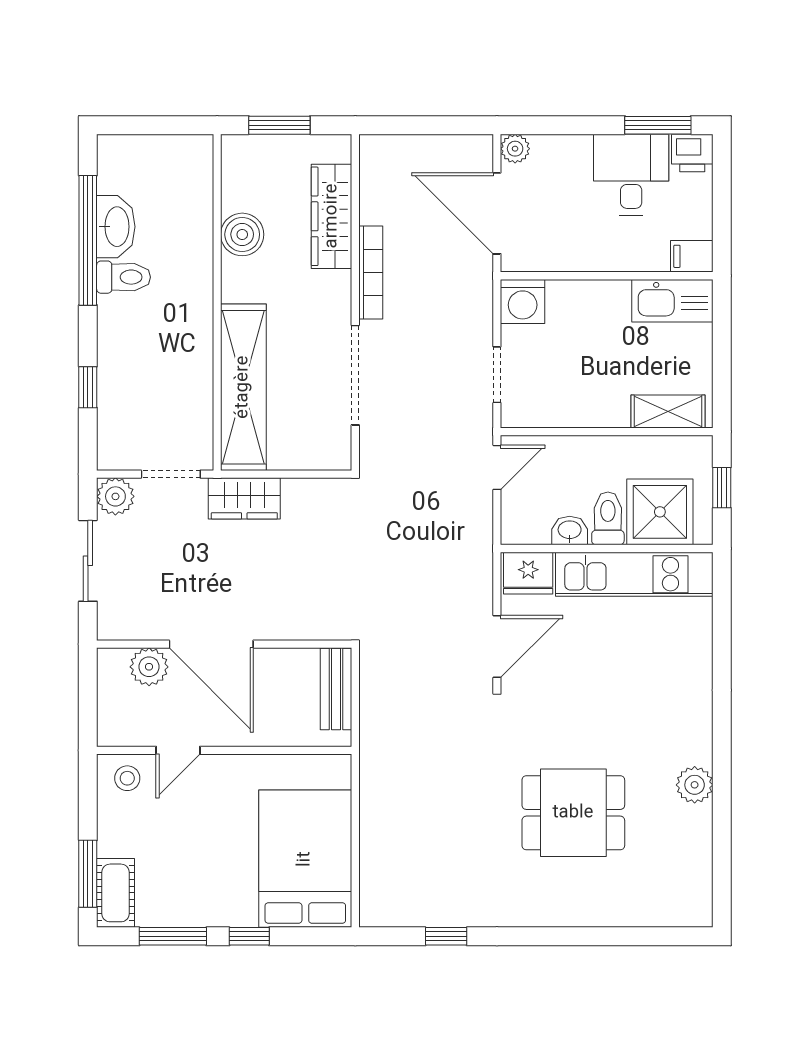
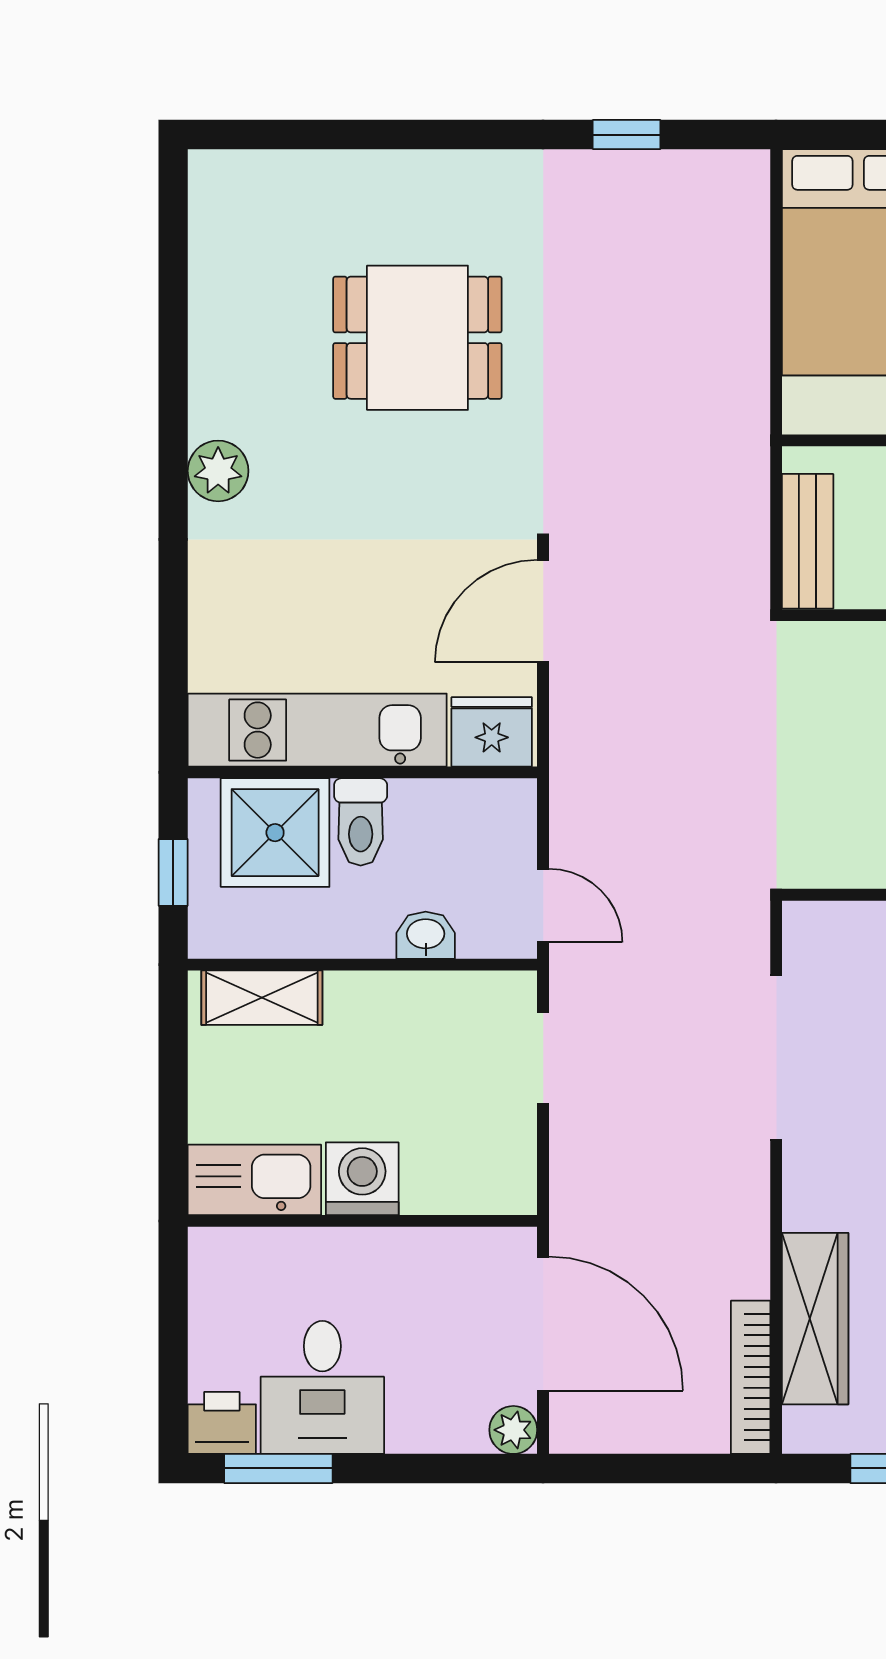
filing cabinet: (692, 256) -> (223, 1253), removed
bookcase: (371, 273) -> (751, 1377), moved
washing machine: (523, 301) -> (362, 1179), moved
door: (497, 467) -> (543, 906), swing flipped
washbasin: (570, 531) -> (426, 935), moved, turned 180
plant: (695, 785) -> (218, 471), moved

